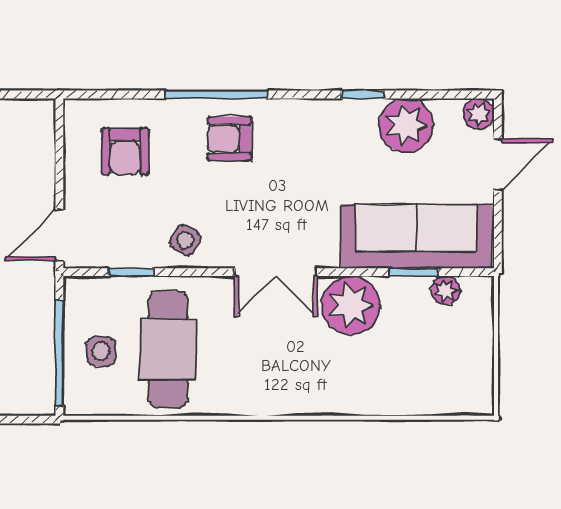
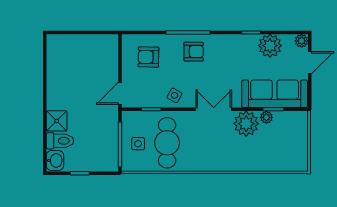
armchair: (230, 139) -> (194, 52), turned 180
armchair: (125, 151) -> (148, 57), turned 91
double door: (276, 272) -> (214, 109), swing flipped
plant: (445, 290) -> (266, 117), moved

